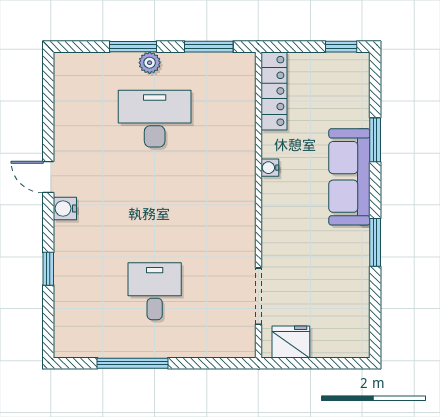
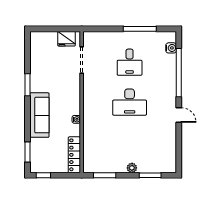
window: (133, 47) -> (150, 175), moved
desk: (155, 119) -> (130, 102), moved
window: (375, 140) -> (28, 152), moved
water cooler: (65, 208) -> (171, 48), moved
window: (48, 269) -> (179, 73), width x3.17

